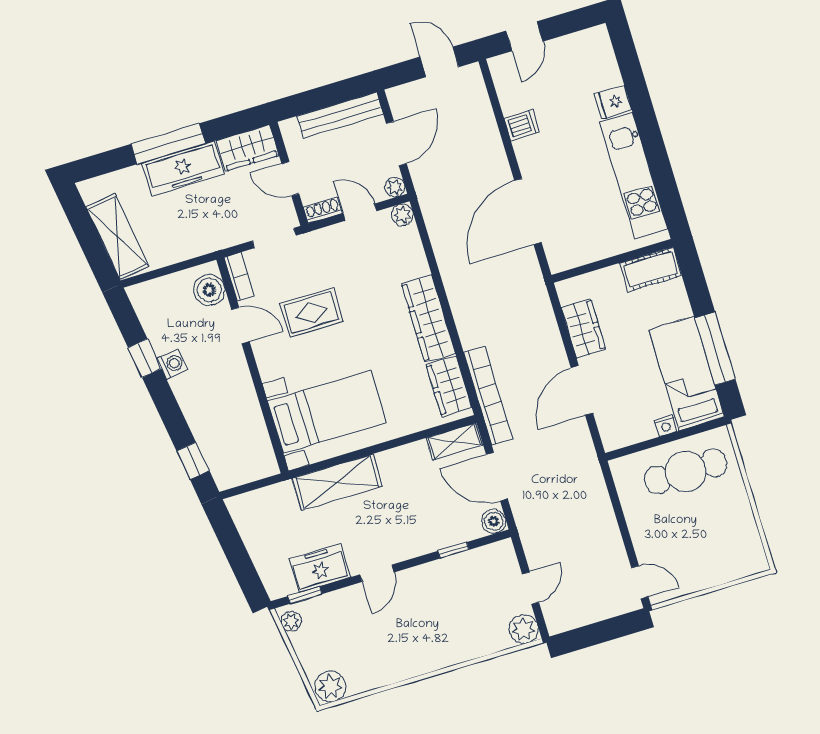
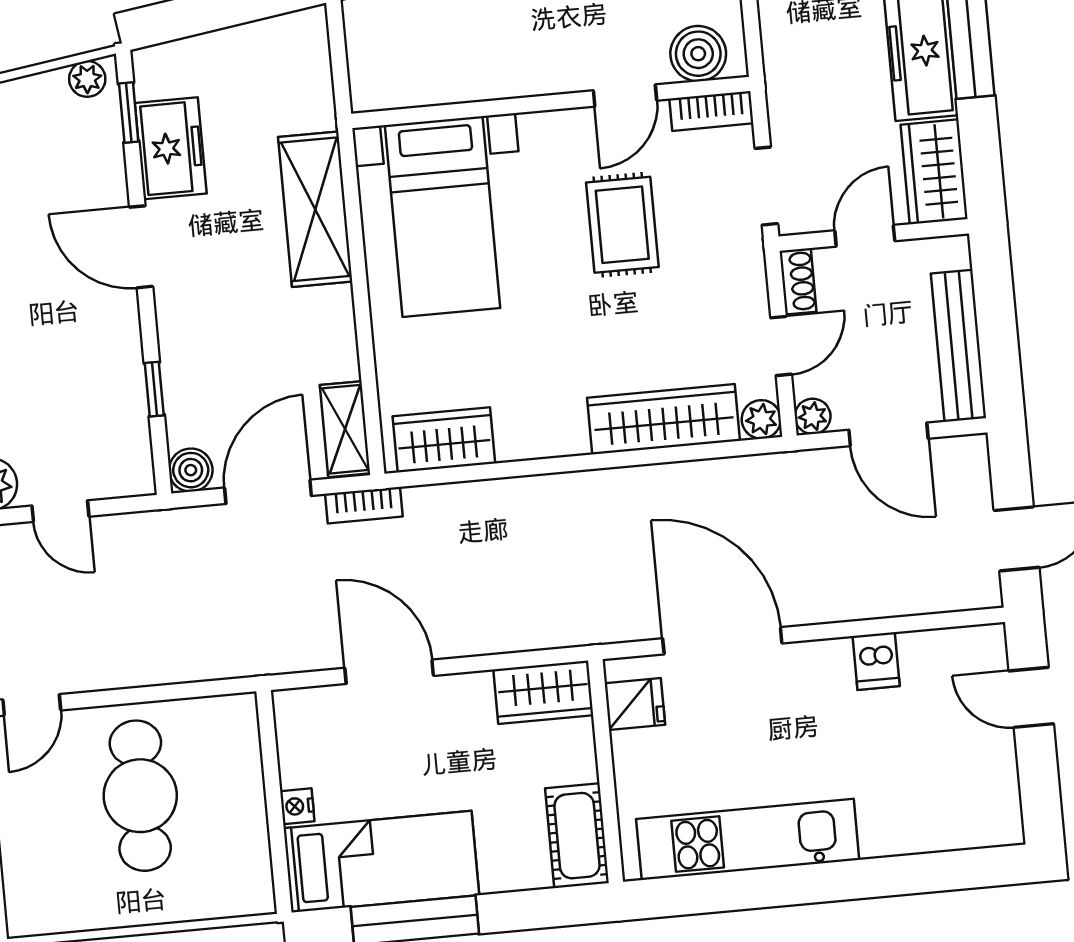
fridge: (613, 102) -> (635, 704), moved, turned 90
wardrobe: (428, 318) -> (664, 419), moved
wardrobe: (584, 329) -> (543, 692), moved
bookcase: (488, 396) -> (364, 505), width x0.43, depth x0.76
cafe table: (686, 471) -> (140, 796), moved
door: (377, 573) -> (141, 247), width x1.38

